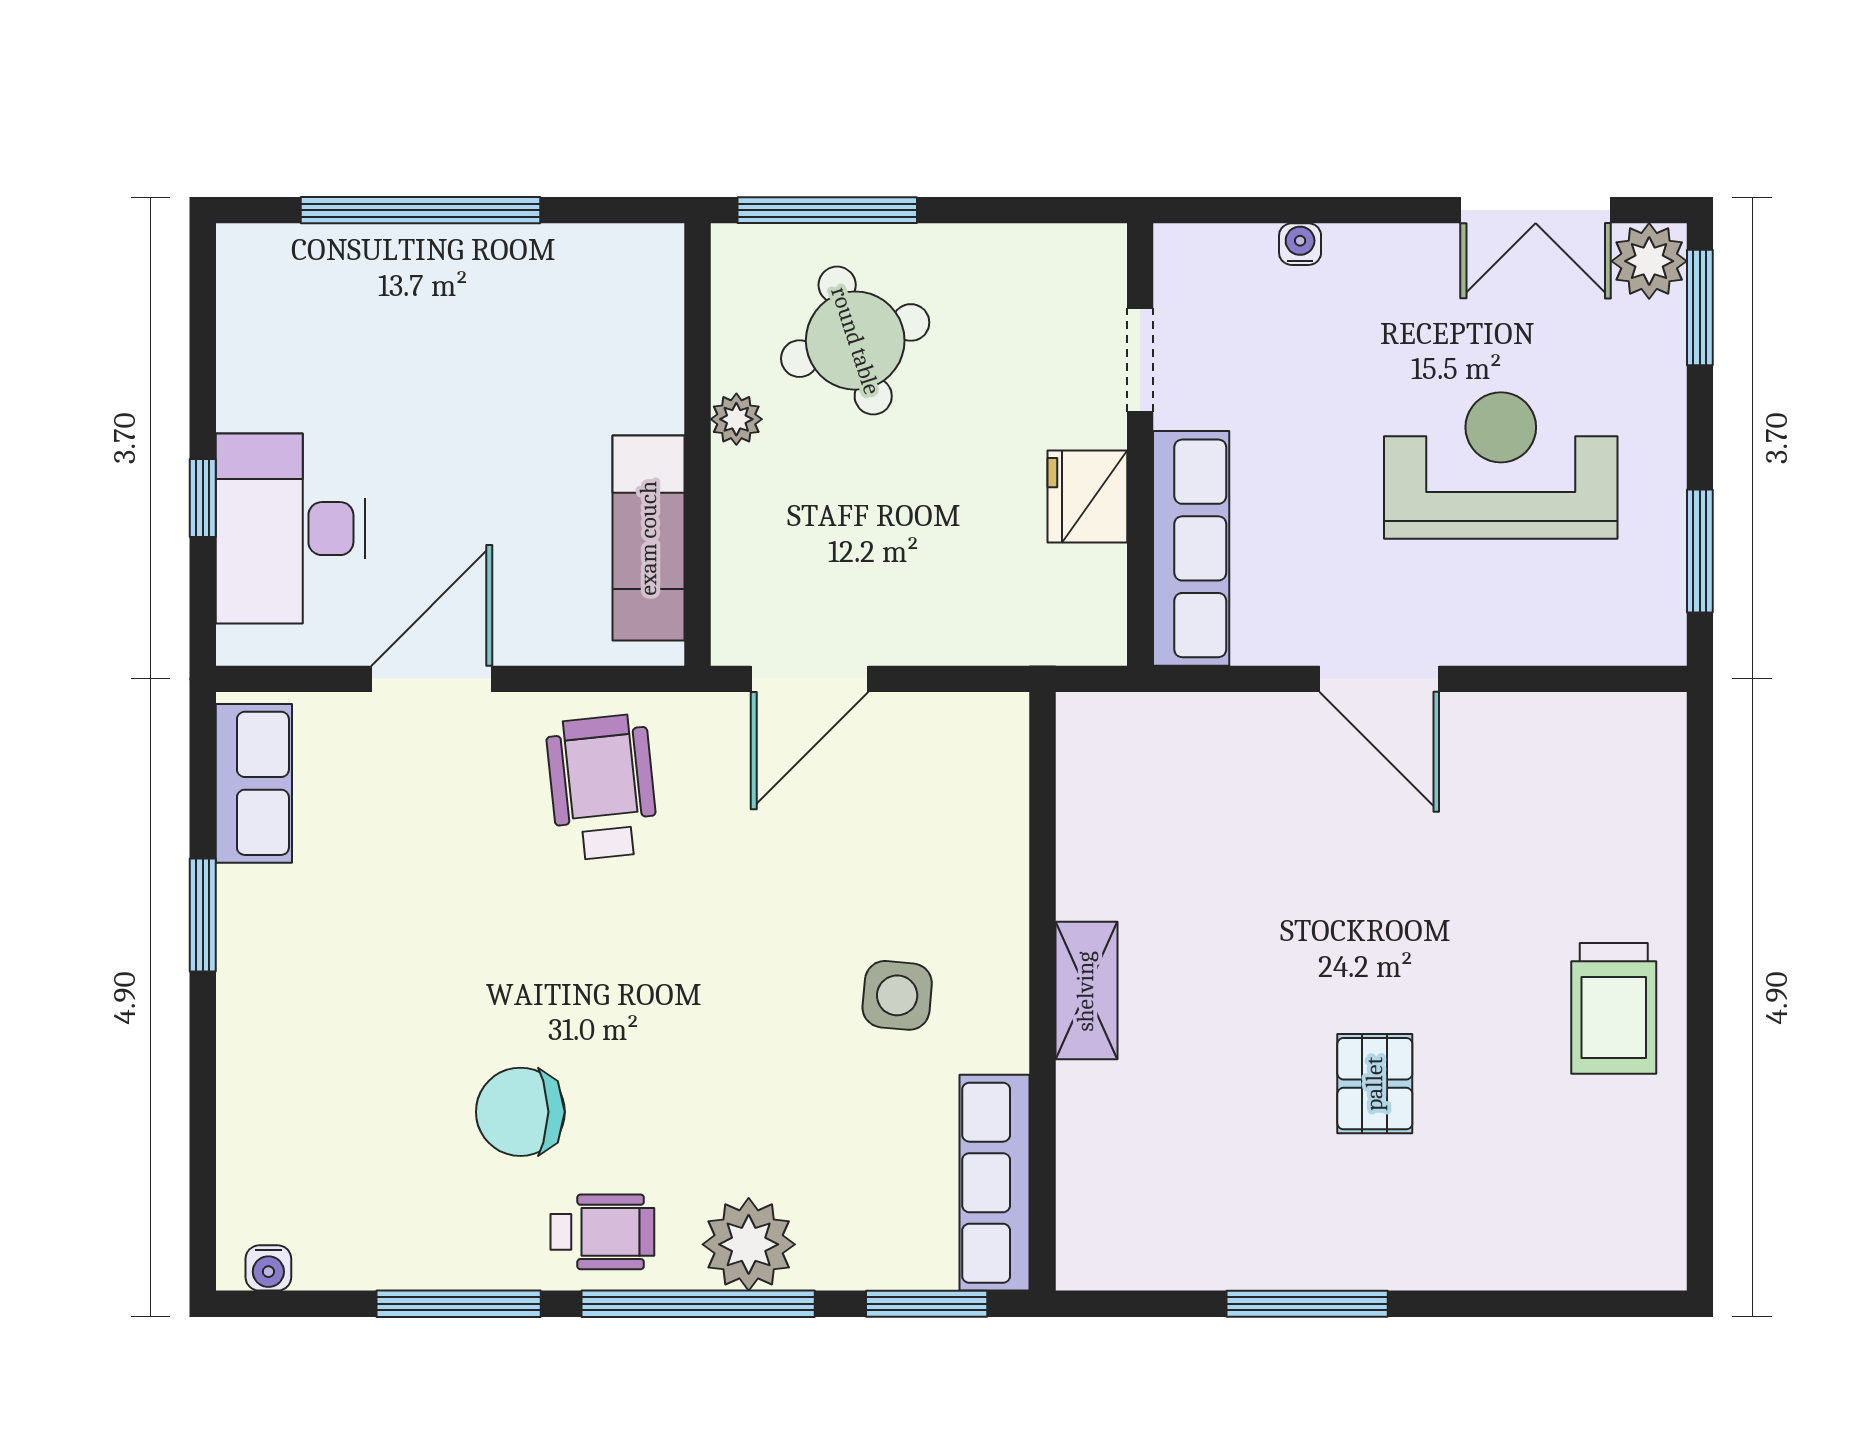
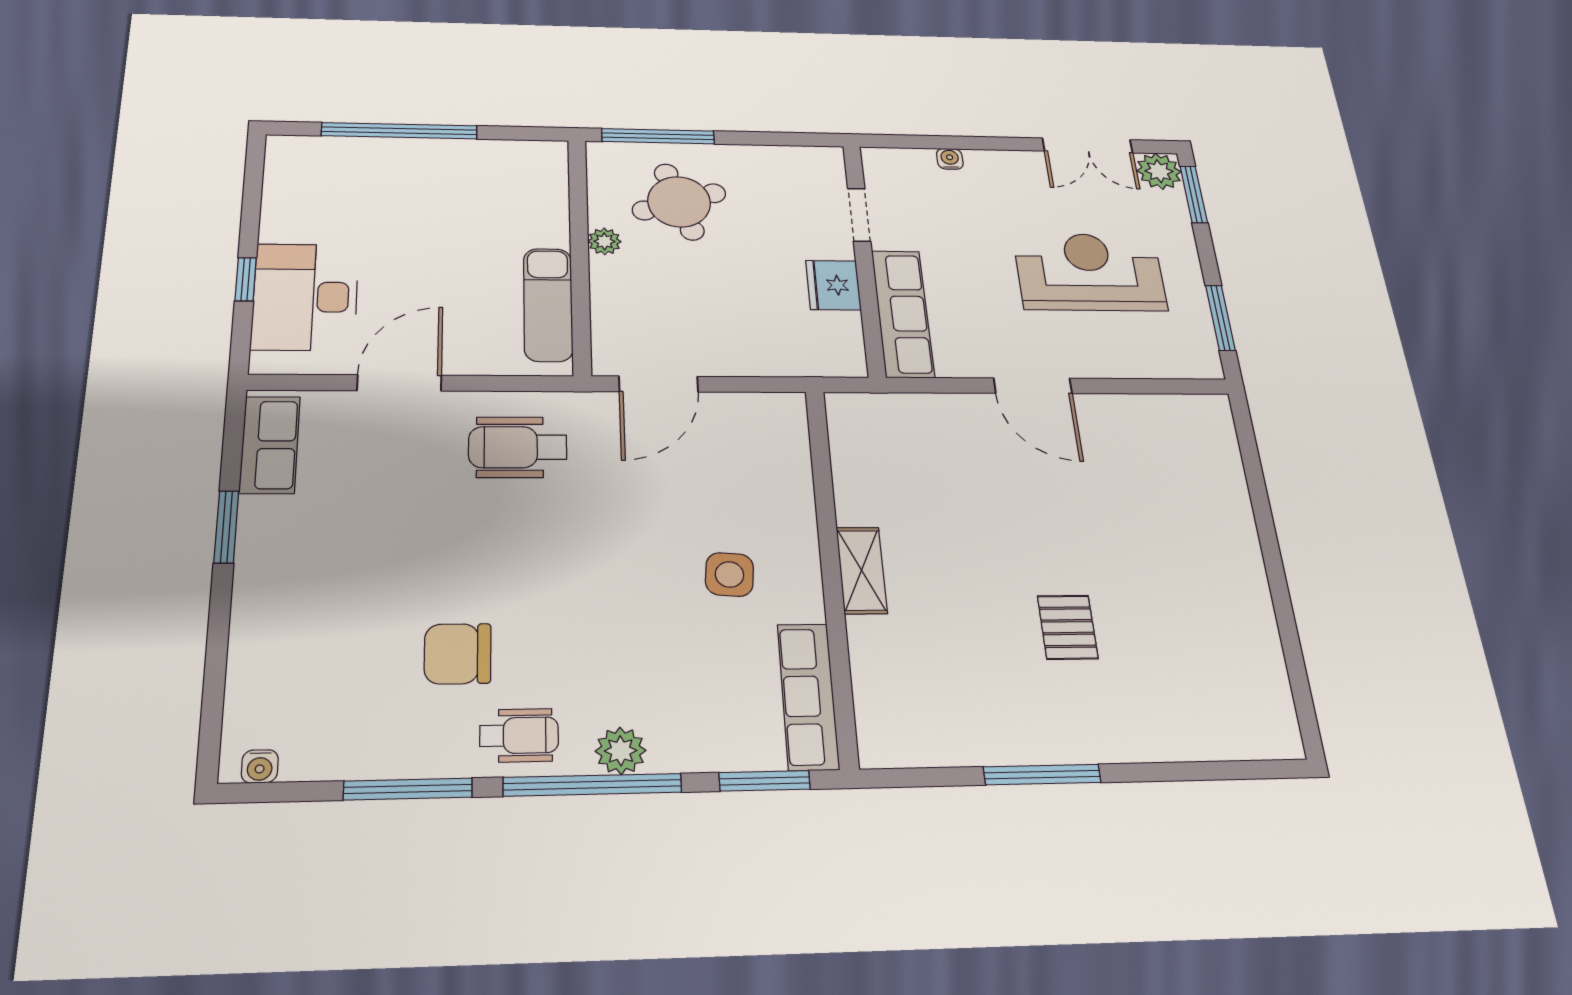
wheelchair: (602, 787) -> (518, 447), turned -84
trolley: (1614, 1008) -> (1220, 578), removed
plant: (749, 1244) -> (621, 751), width x0.73, depth x0.73

